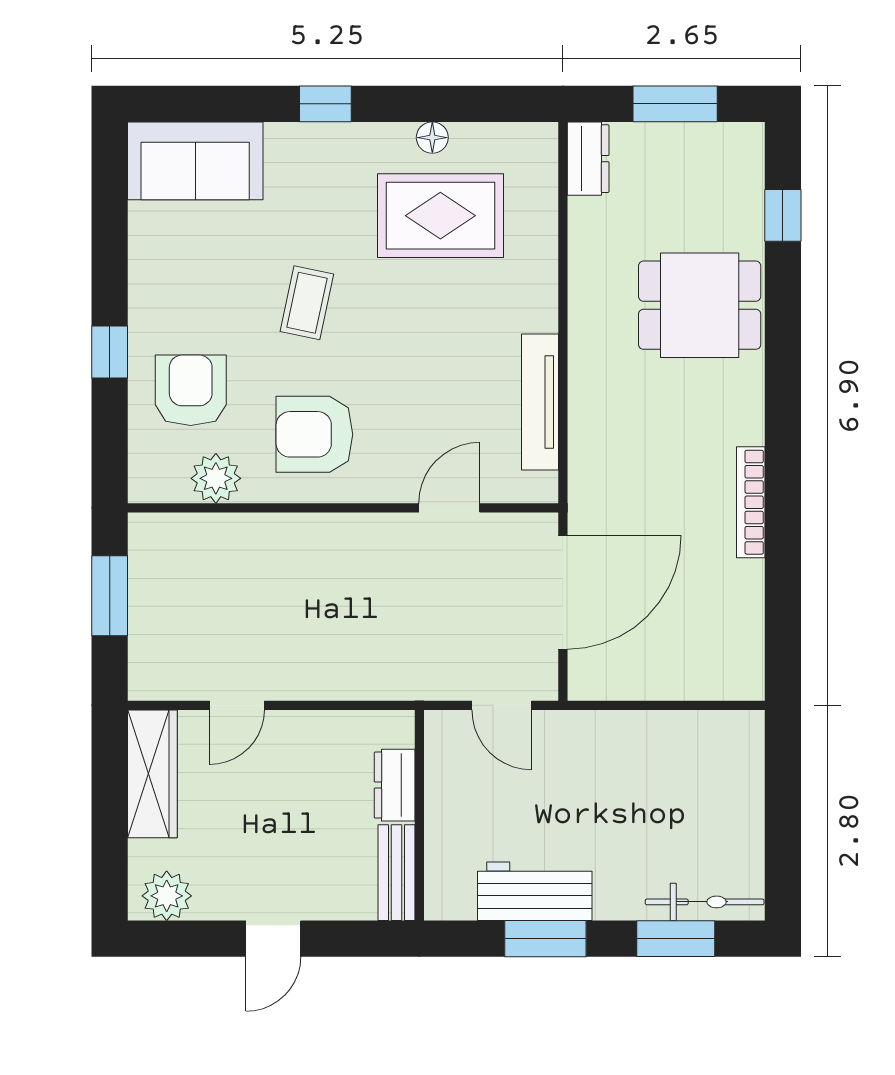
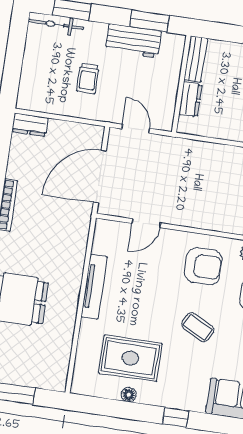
dresser: (588, 159) -> (30, 125), moved, turned -90
coffee table: (307, 303) -> (198, 327), turned -75
tv unit: (540, 402) -> (94, 287), moved
trolley: (620, 797) -> (88, 78), added
window: (545, 939) -> (149, 21), moved

